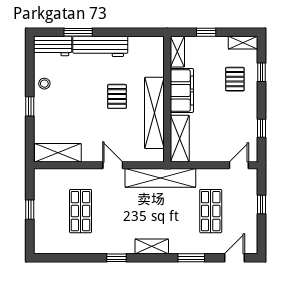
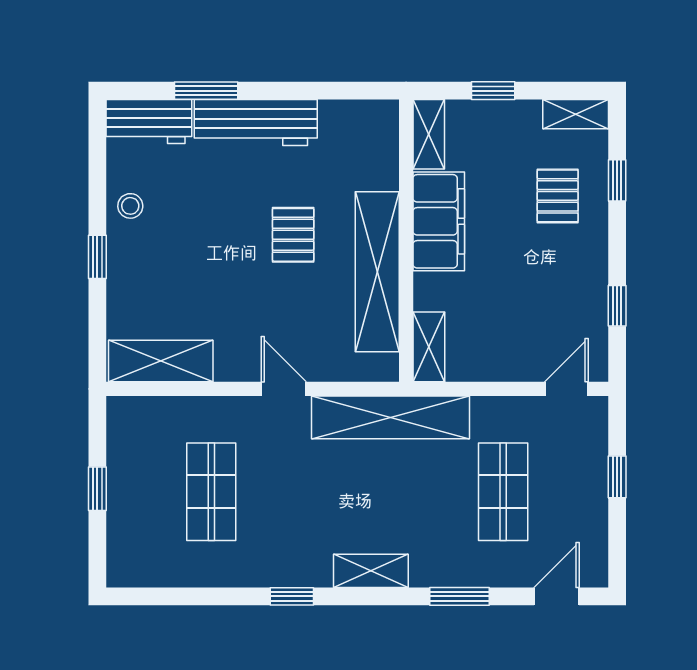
shelving: (180, 139) -> (429, 347), width x0.67, depth x0.75

